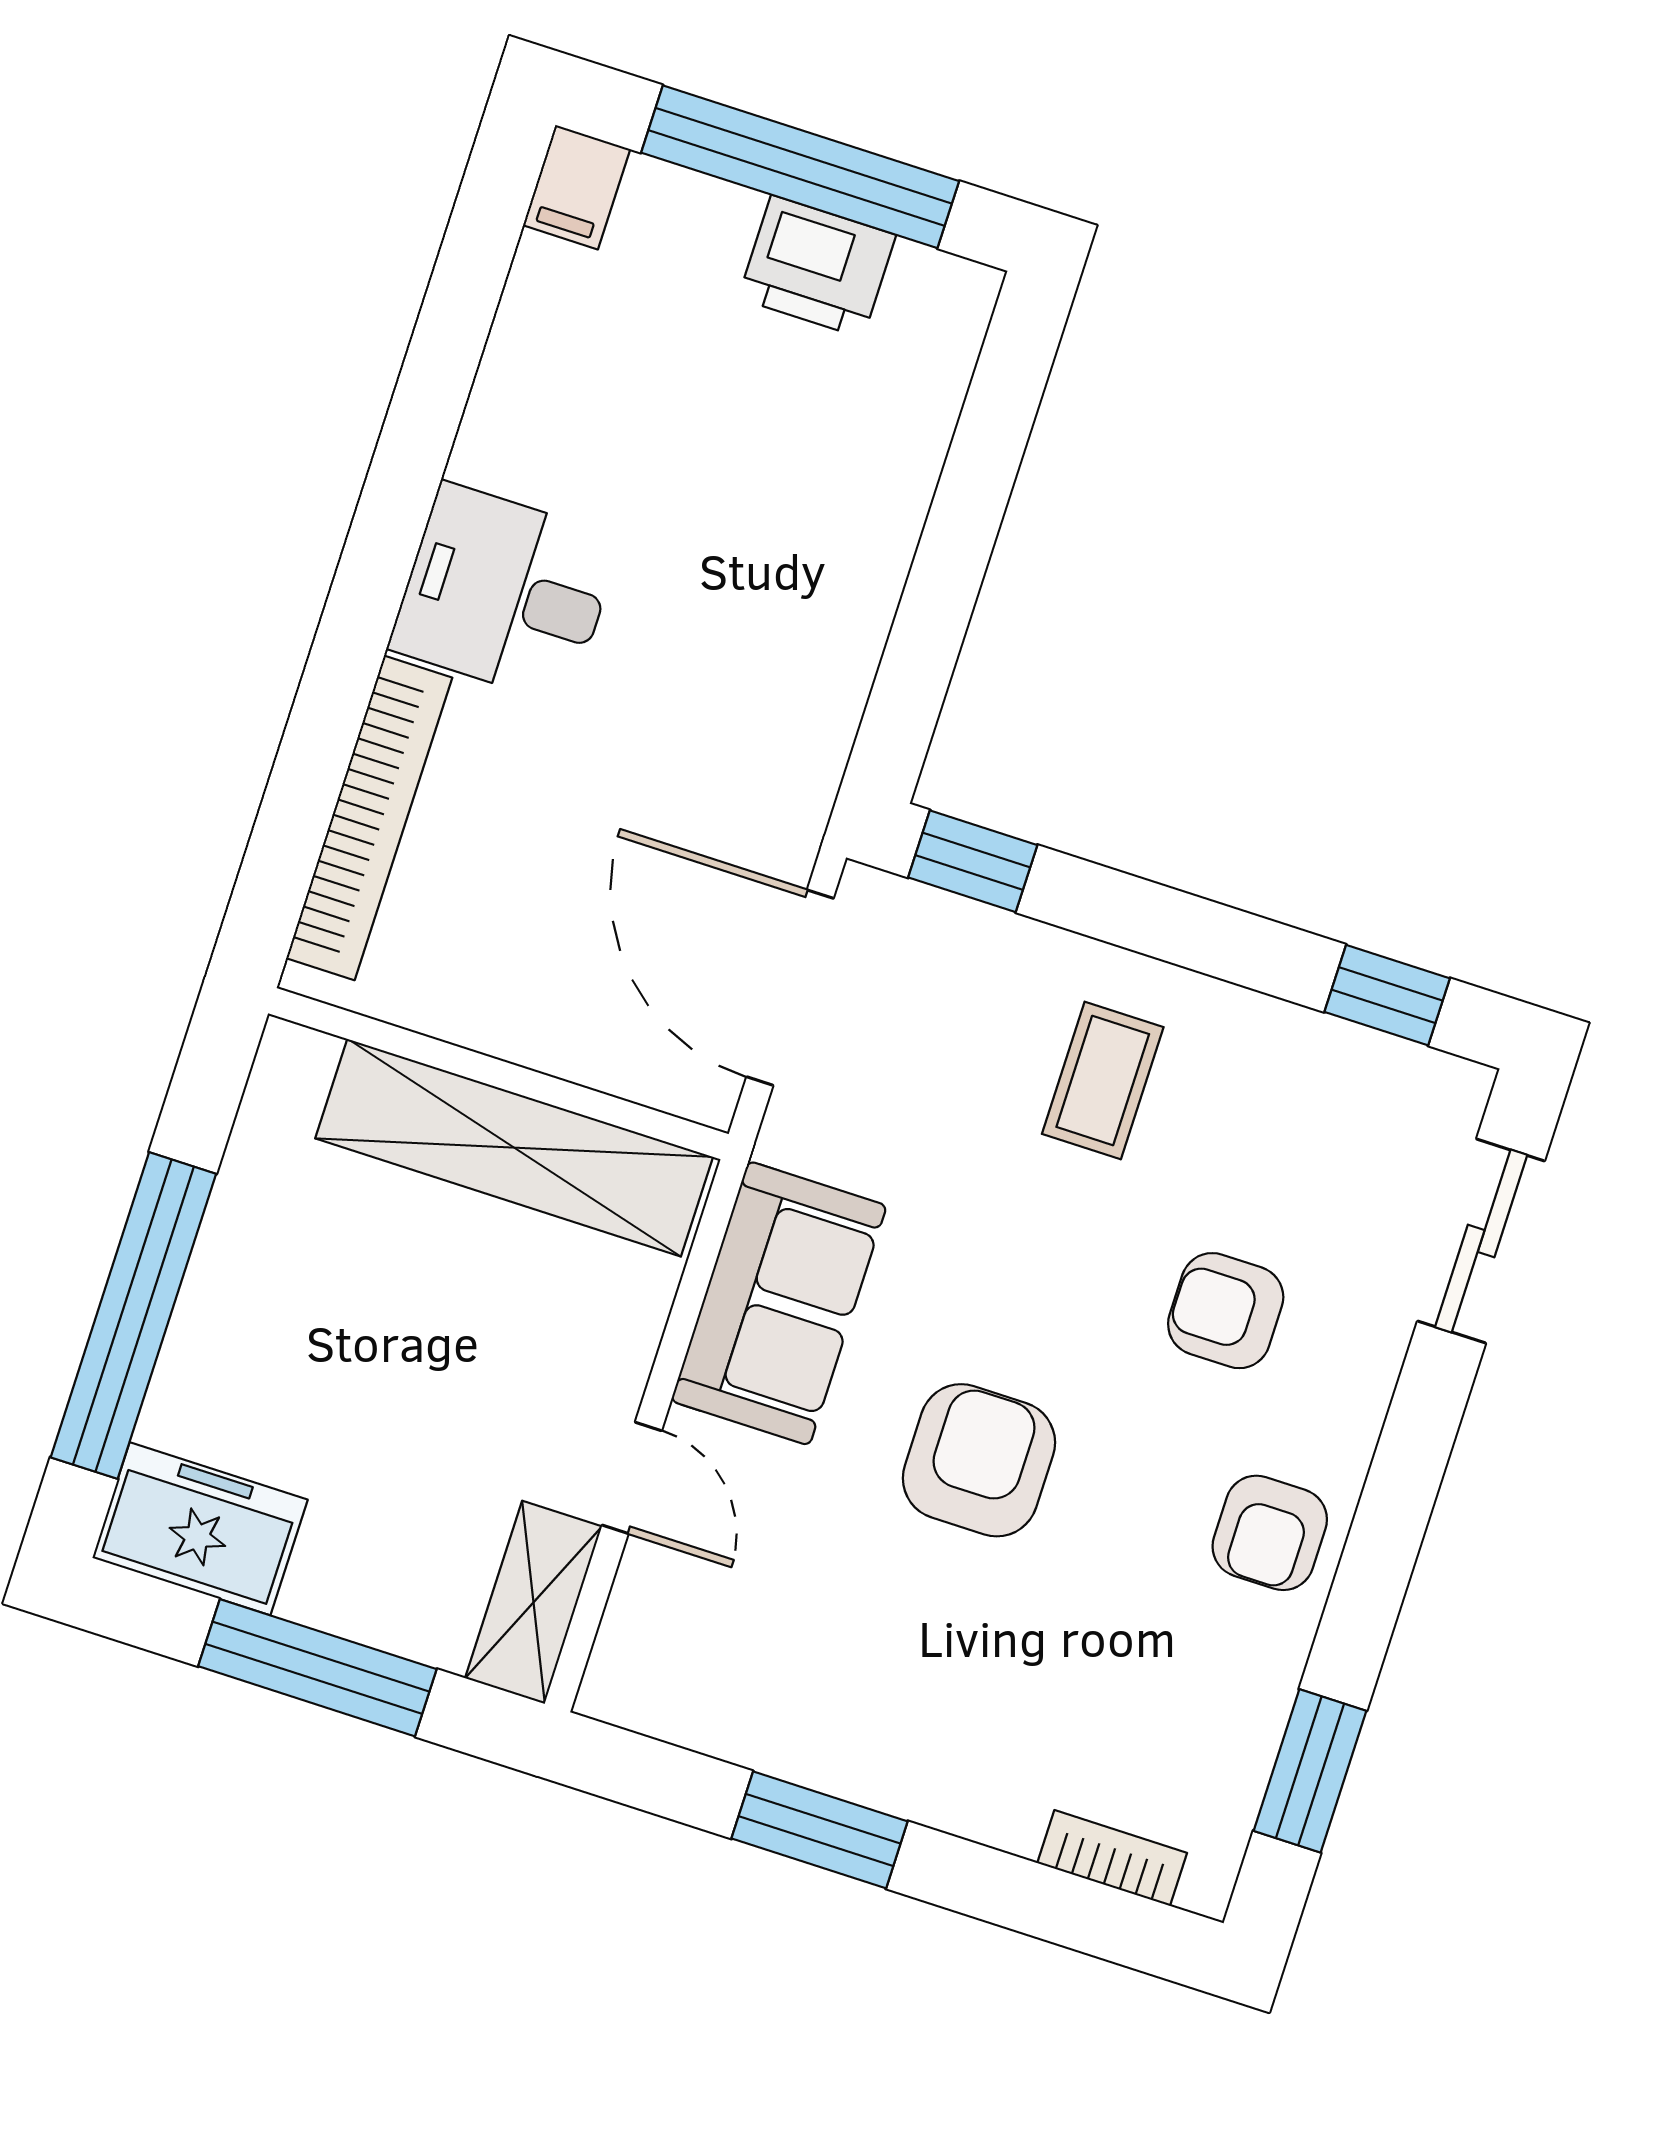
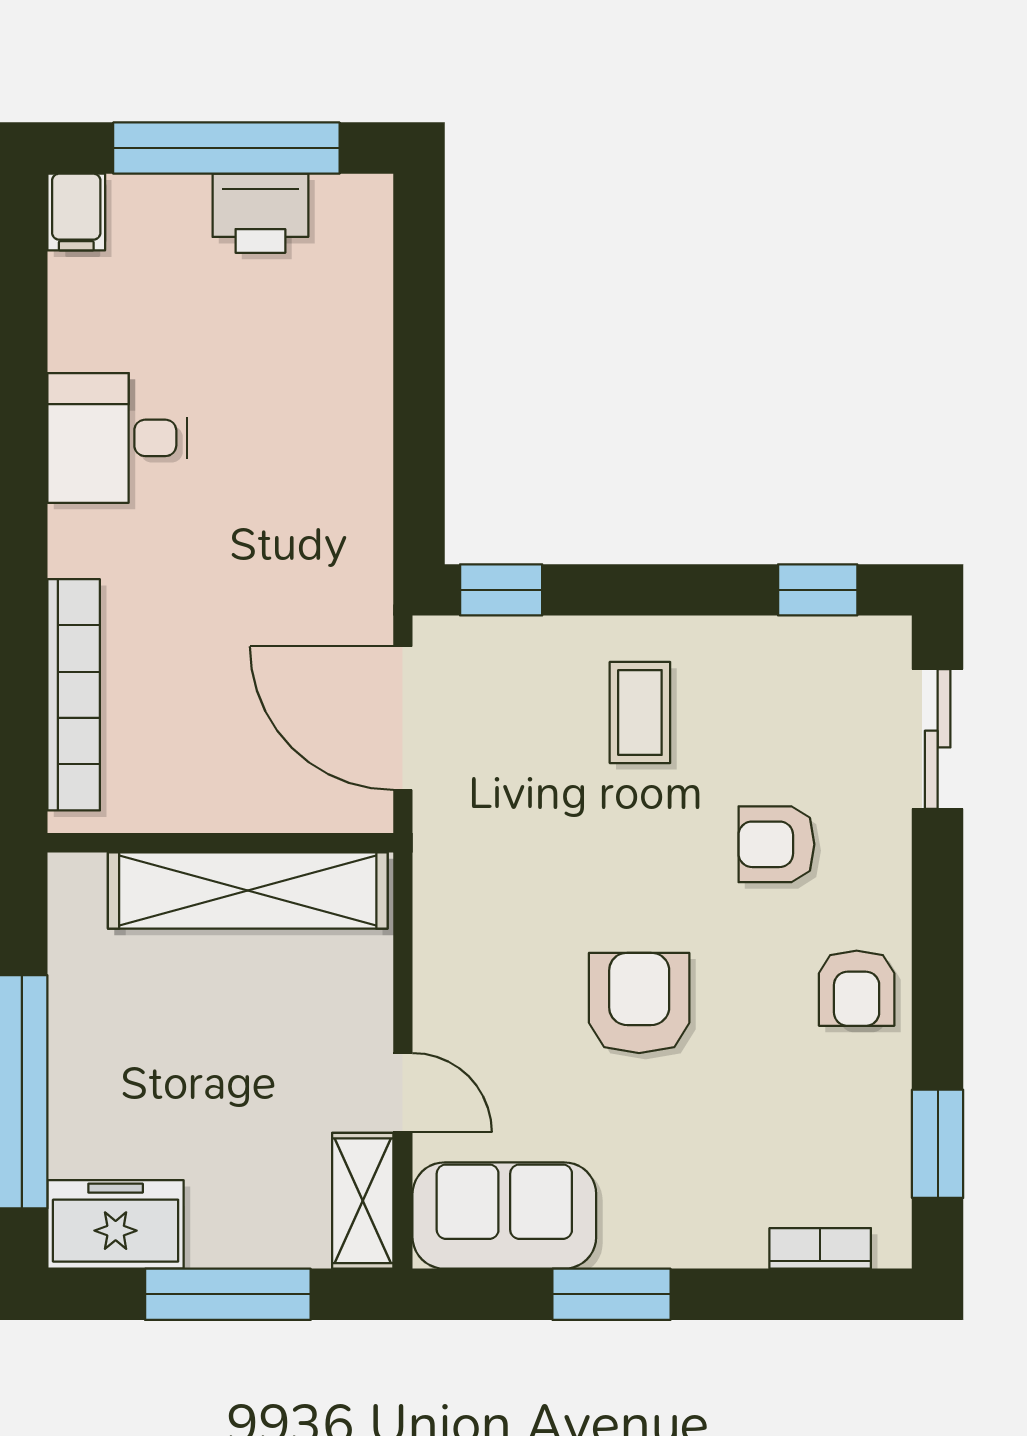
desk: (505, 593) -> (117, 438), moved
sofa: (779, 1303) -> (504, 1216), moved, turned -90

